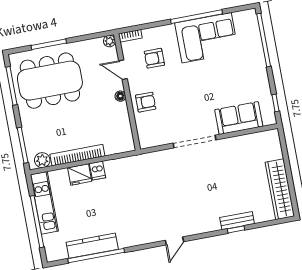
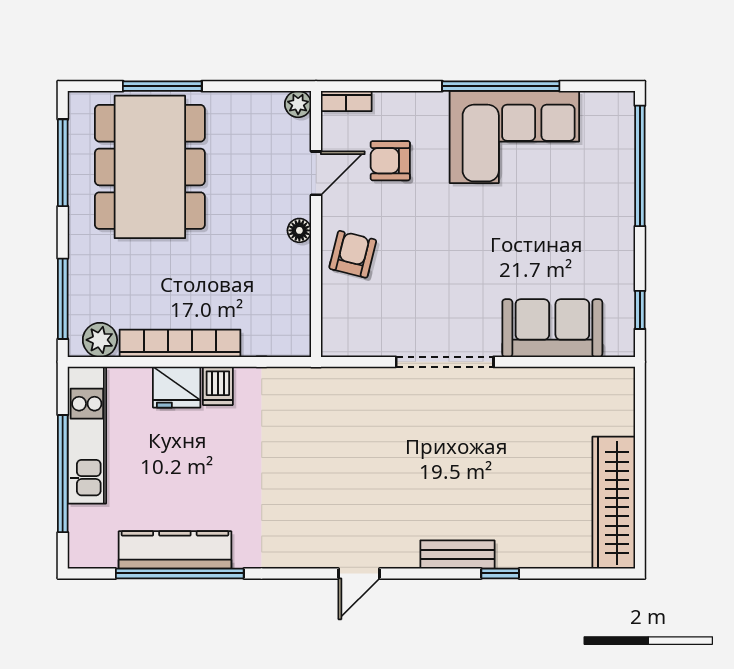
door: (123, 70) -> (316, 173), swing flipped
dining table: (50, 81) -> (150, 167), turned 90
armchair: (146, 102) -> (353, 254), turned -76
bench: (237, 221) -> (457, 554), moved

